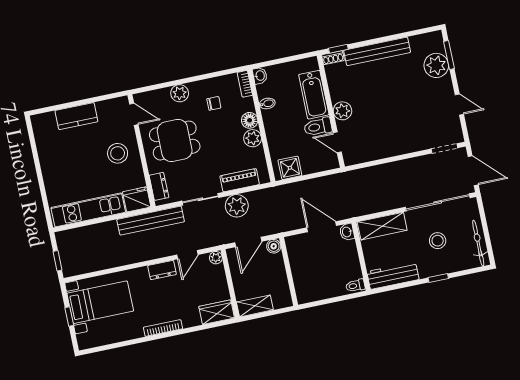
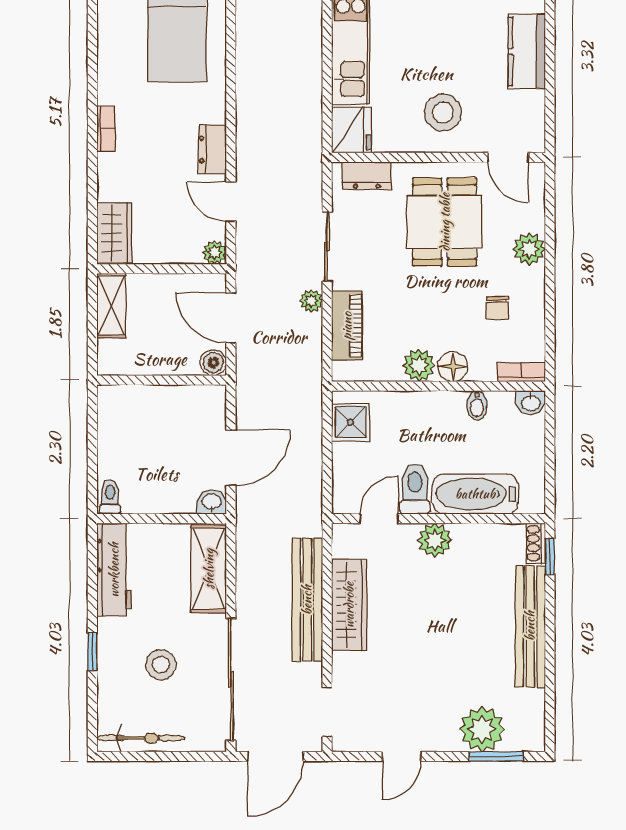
door: (134, 114) -> (508, 157), hinge flipped
wardrobe: (386, 149) -> (349, 605), added
plant: (237, 206) -> (311, 301), width x0.53, depth x0.53
bench: (151, 221) -> (307, 600), moved
bookcase: (163, 328) -> (106, 129), width x0.64

